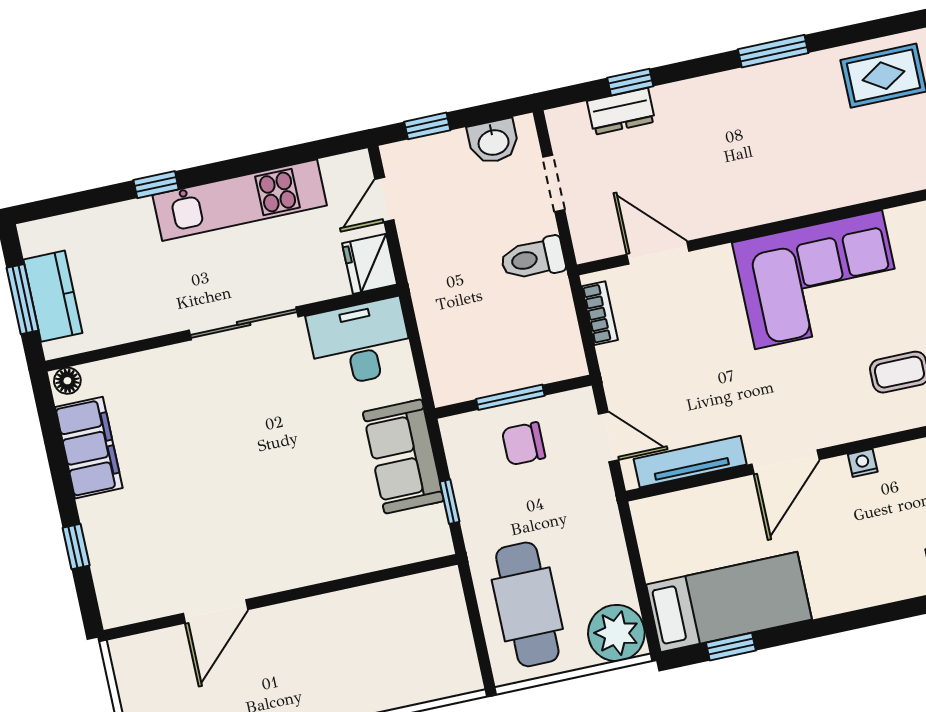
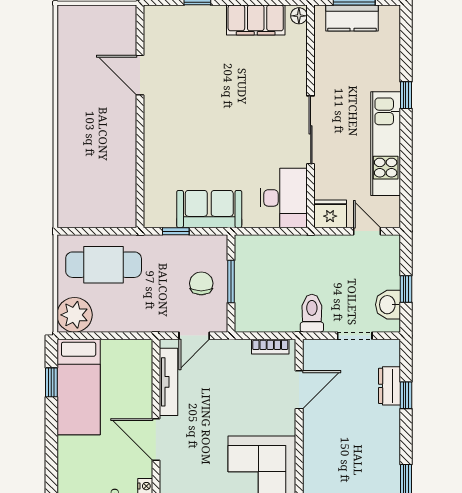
window: (427, 126) -> (406, 289), moved

